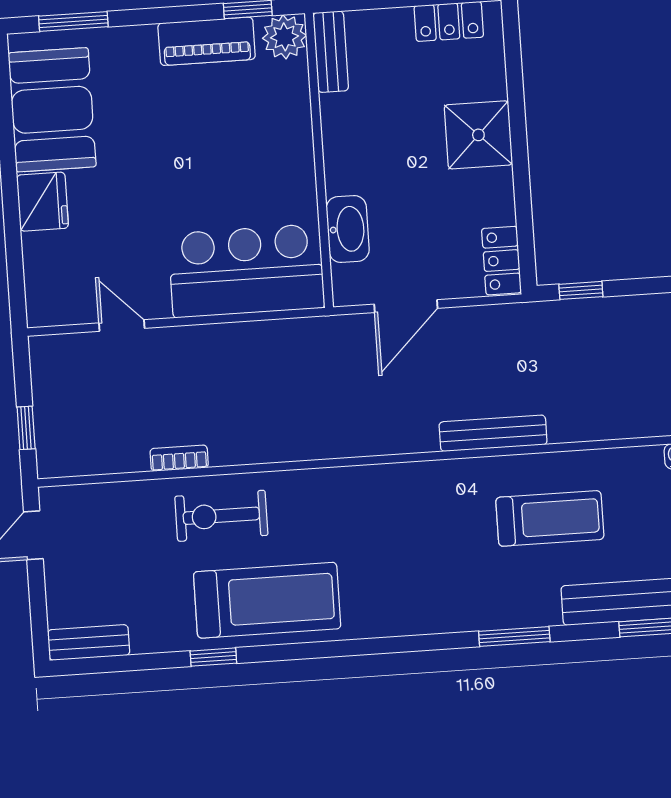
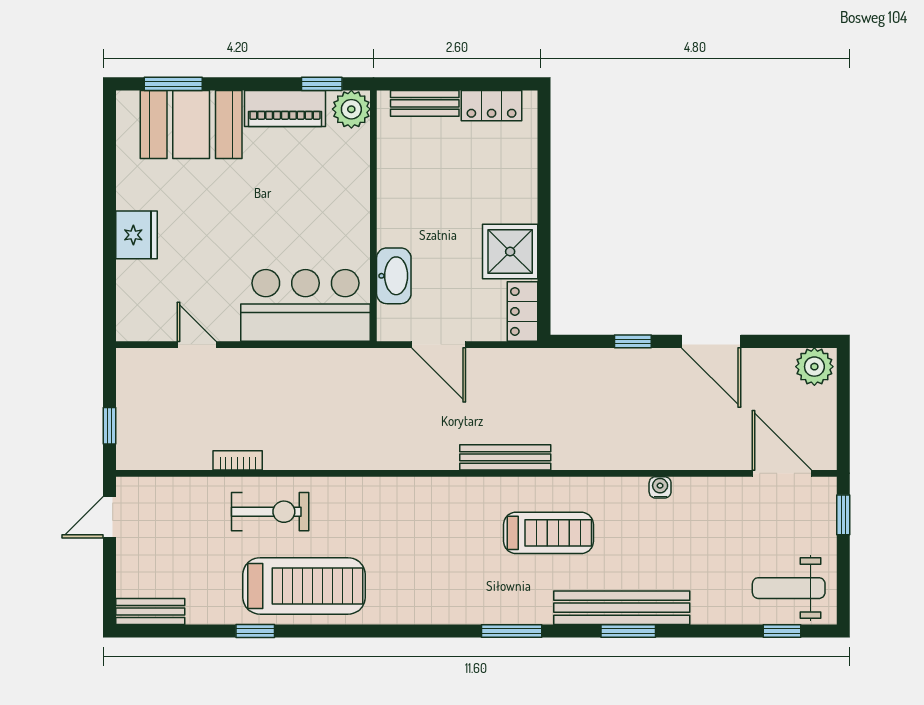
bench: (331, 52) -> (425, 103), moved, turned 90
booth: (52, 110) -> (191, 124), moved, turned 90
shower: (478, 135) -> (510, 252), moved
window: (581, 290) -> (633, 341), moved
door: (406, 306) -> (439, 345), hinge flipped
exercise bike: (221, 516) -> (270, 512), turned 180

